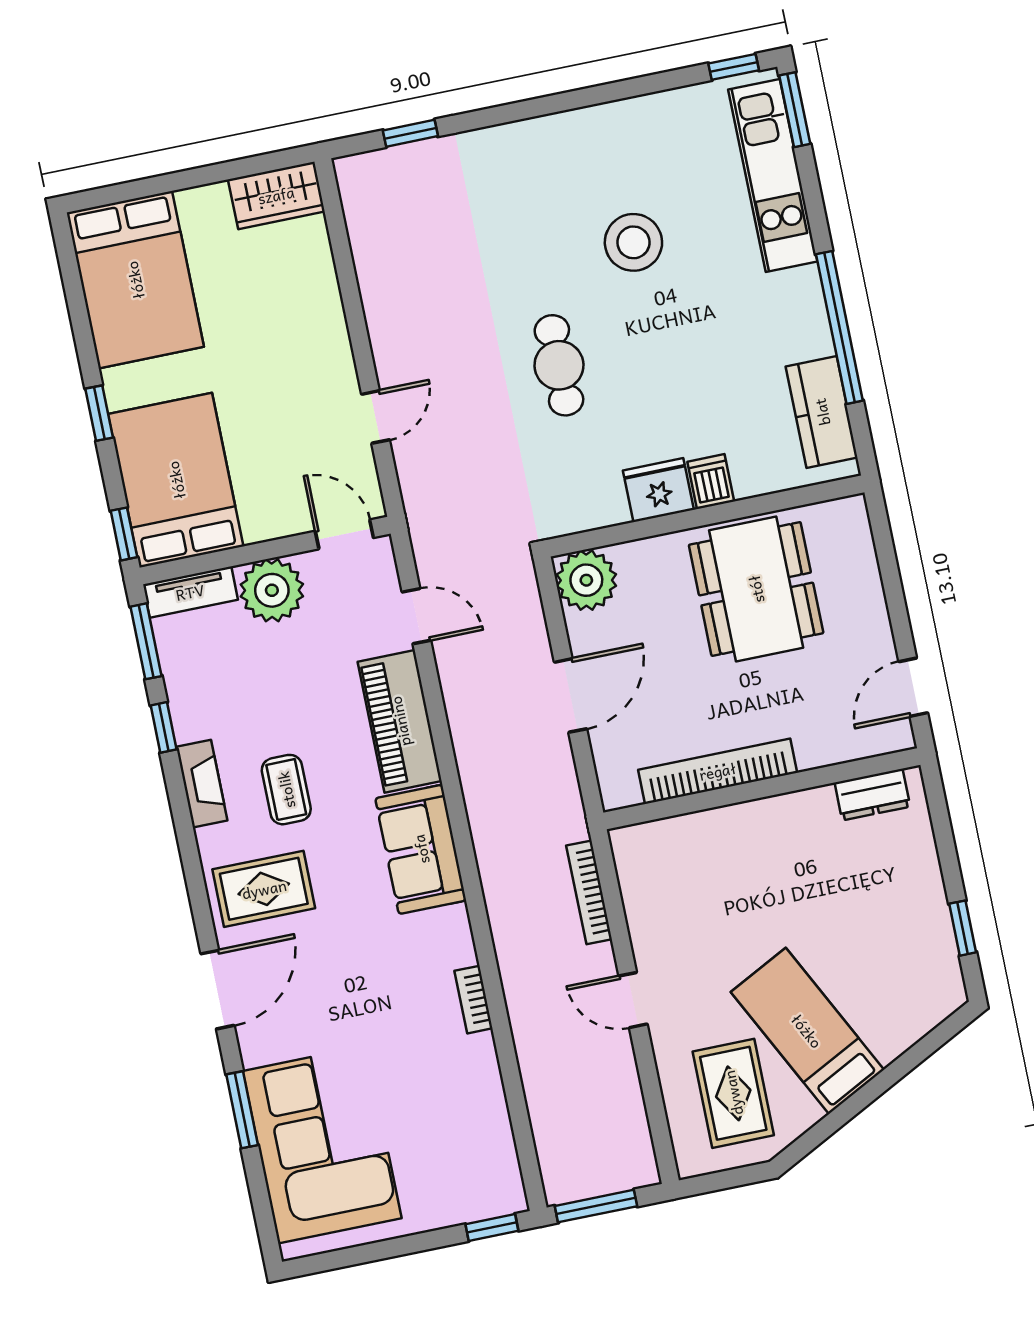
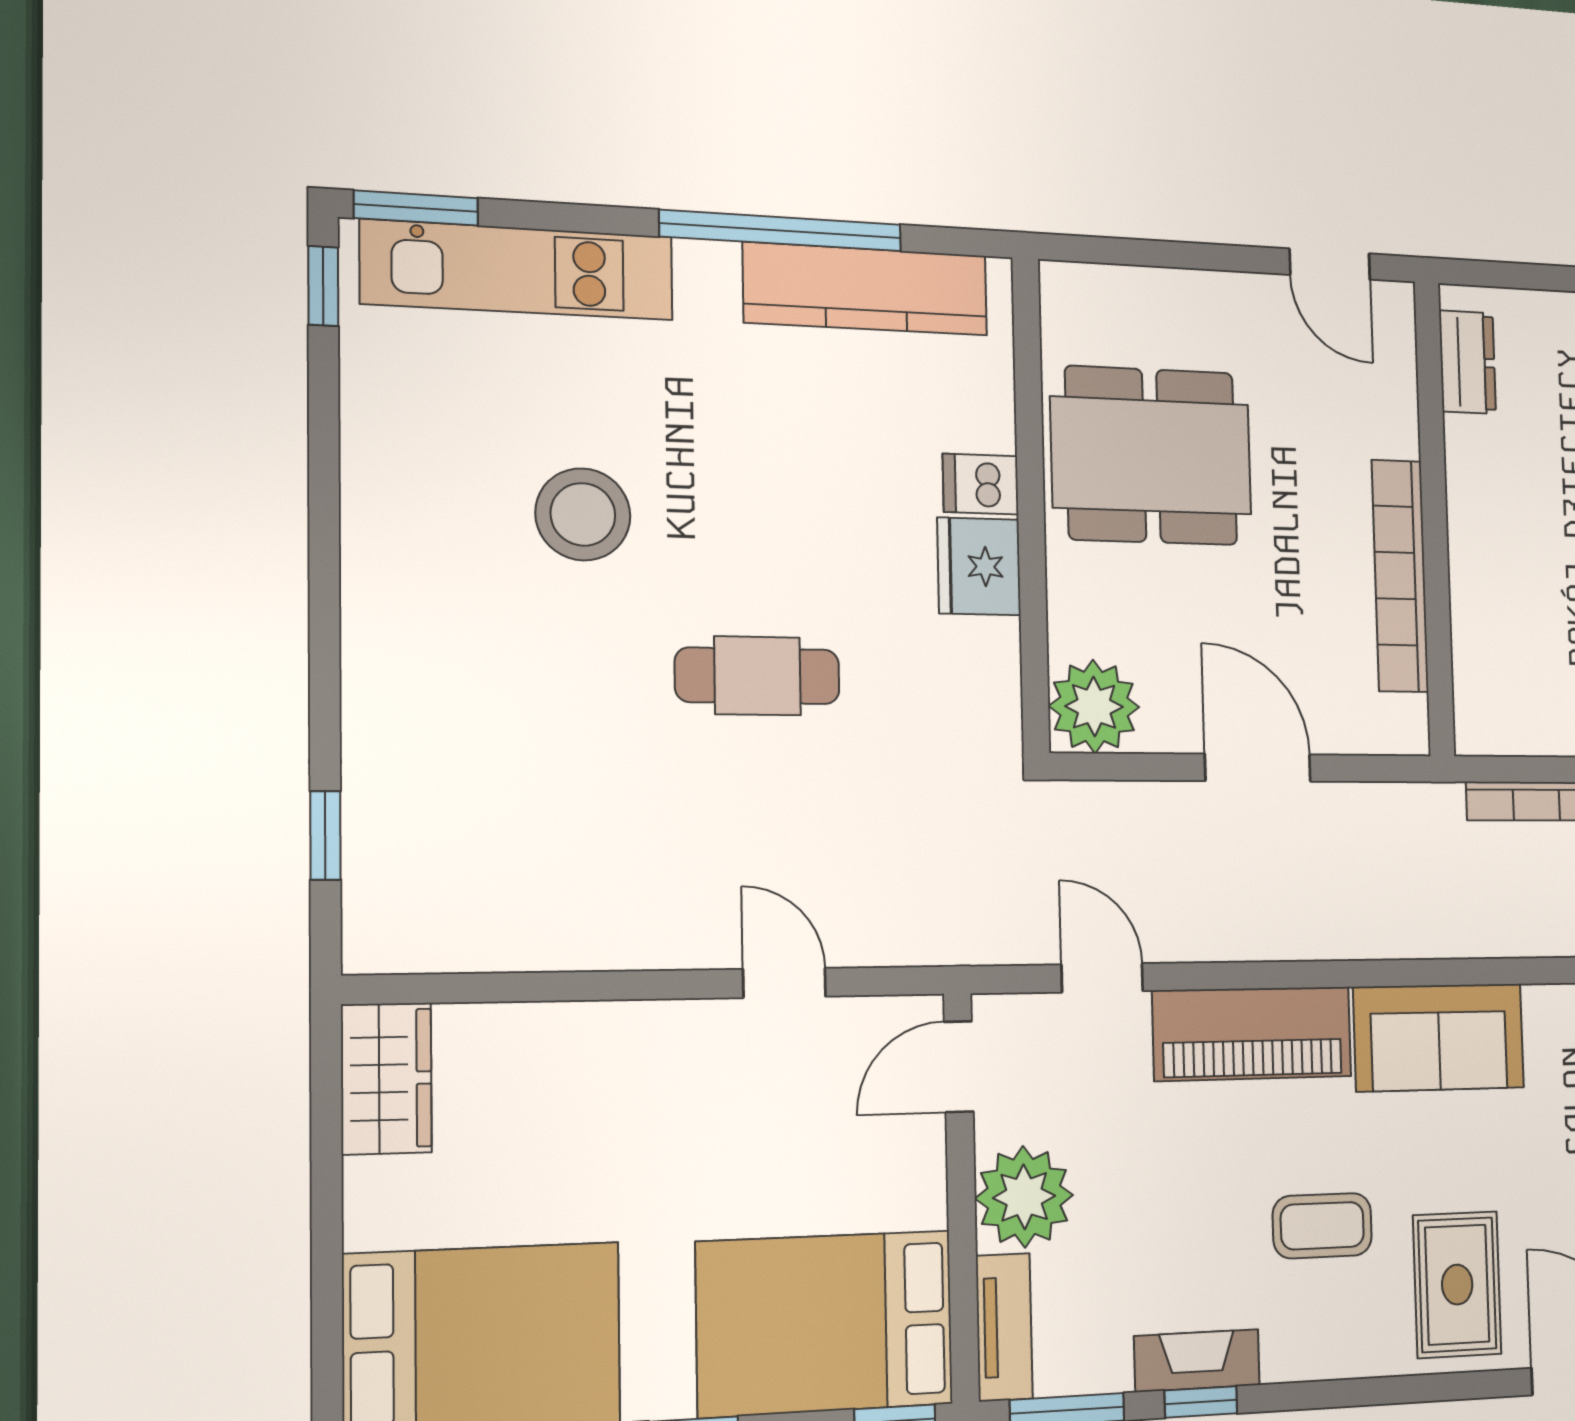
kitchen counter: (822, 412) -> (866, 289), width x1.50
door: (416, 616) -> (1102, 978), hinge flipped
fireplace: (202, 784) -> (1197, 1361), moved

